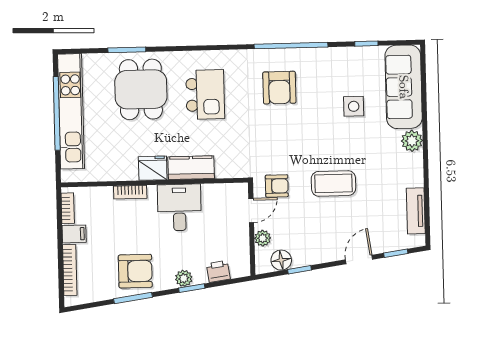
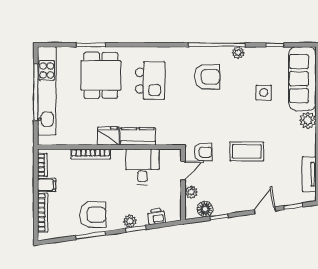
plant: (319, 55) -> (238, 53), added
armchair: (279, 88) -> (207, 77), turned -90
bookcase: (130, 192) -> (91, 154), width x1.56
desk: (179, 207) -> (142, 167), moved

